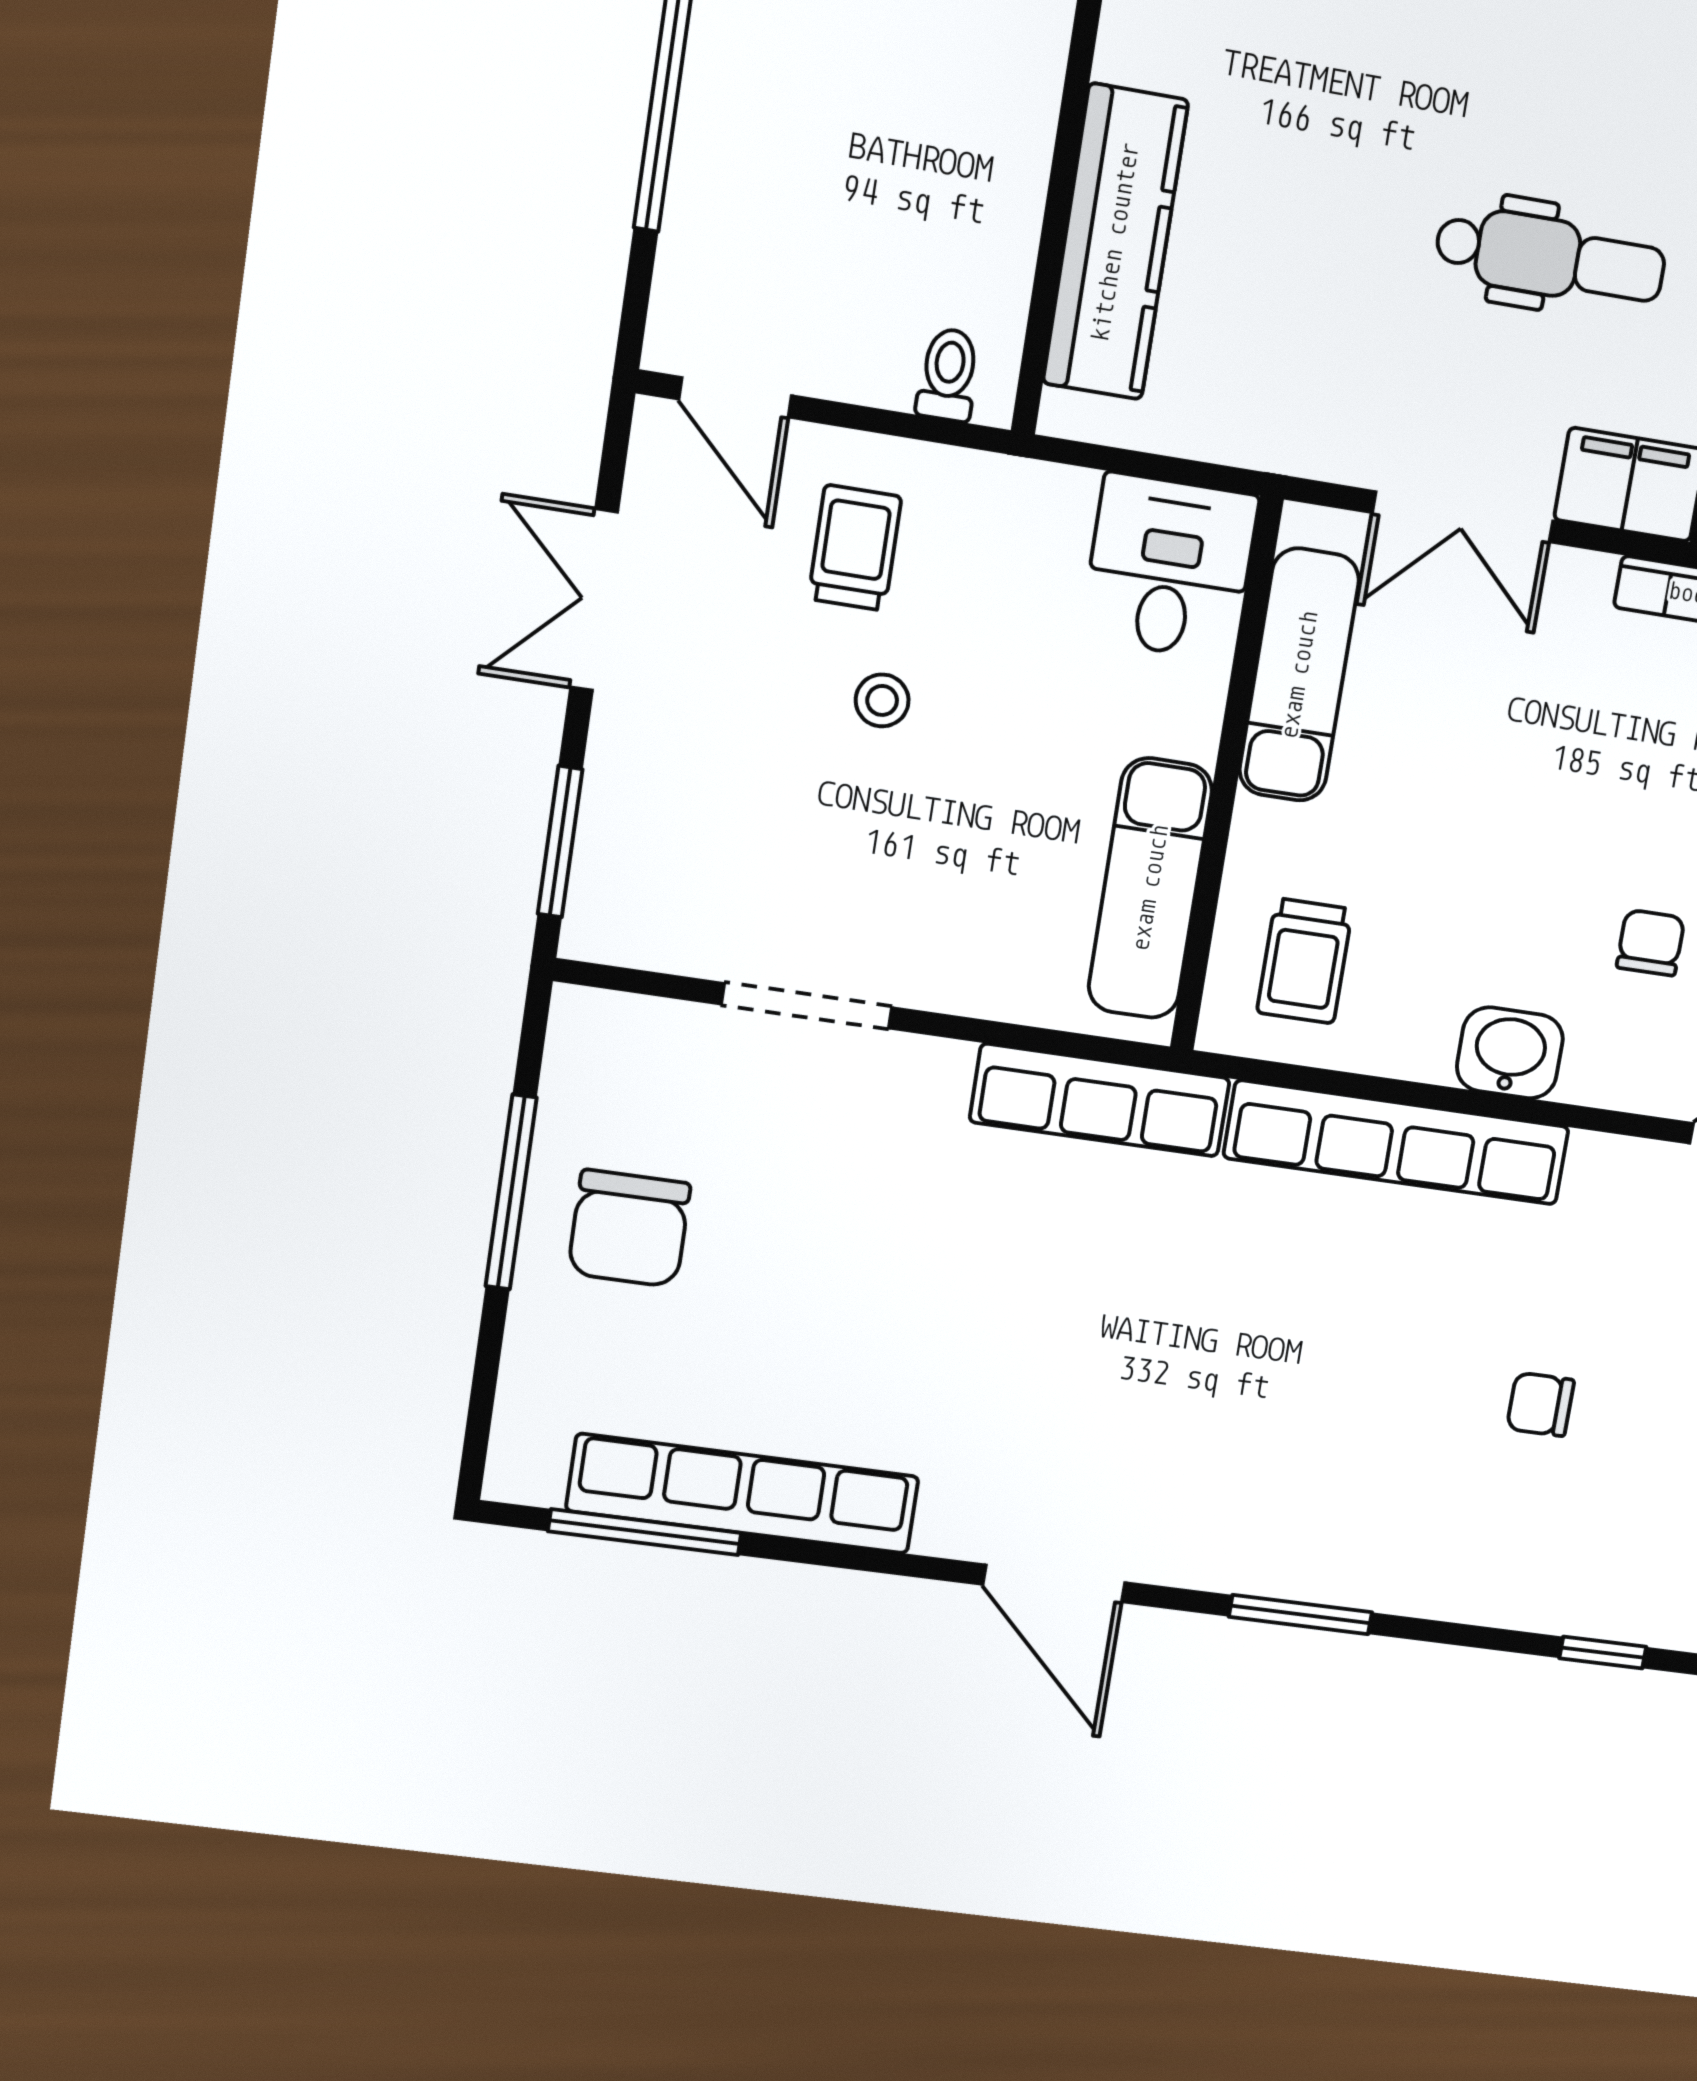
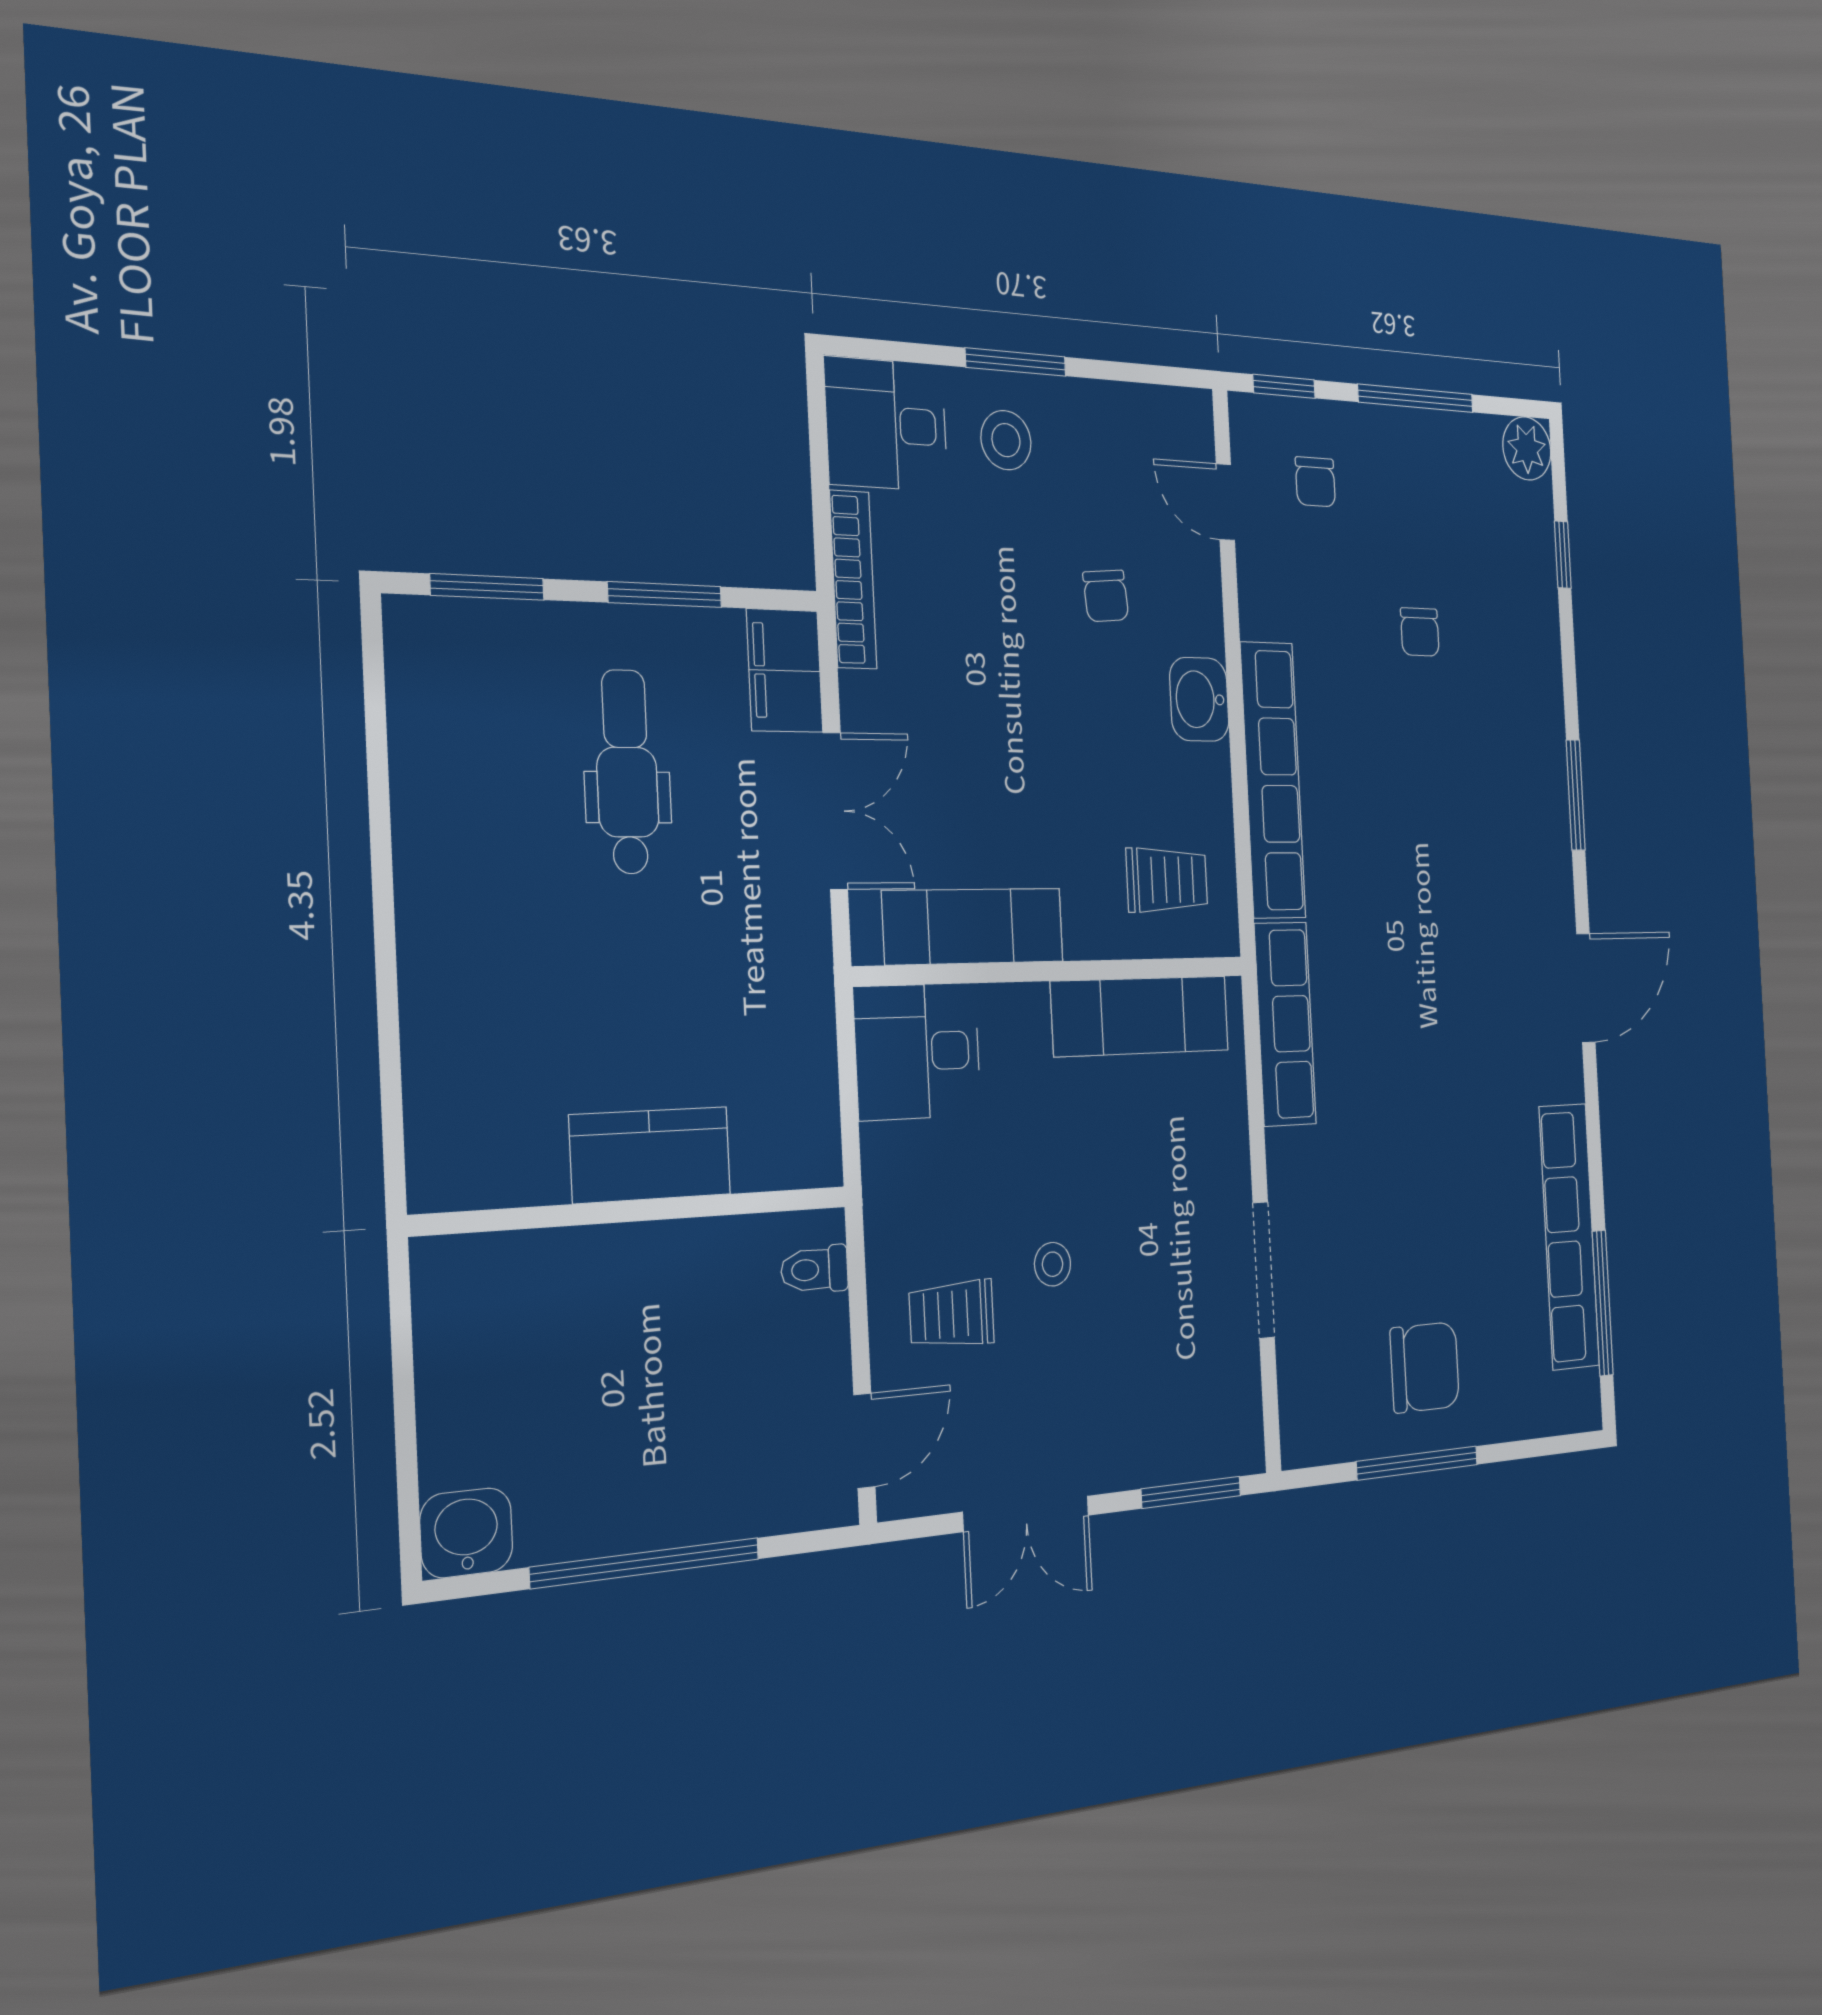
kitchen counter: (1115, 242) -> (650, 1155), width x0.67
chair: (1651, 943) -> (1106, 596), turned -95

